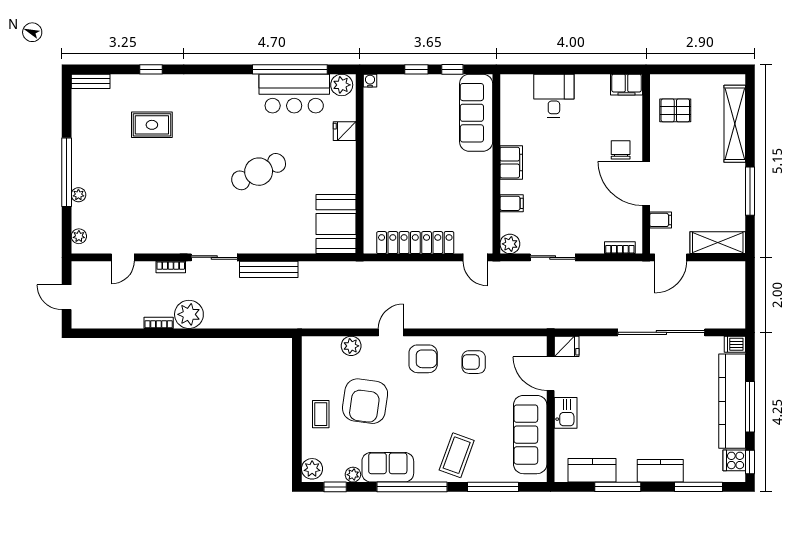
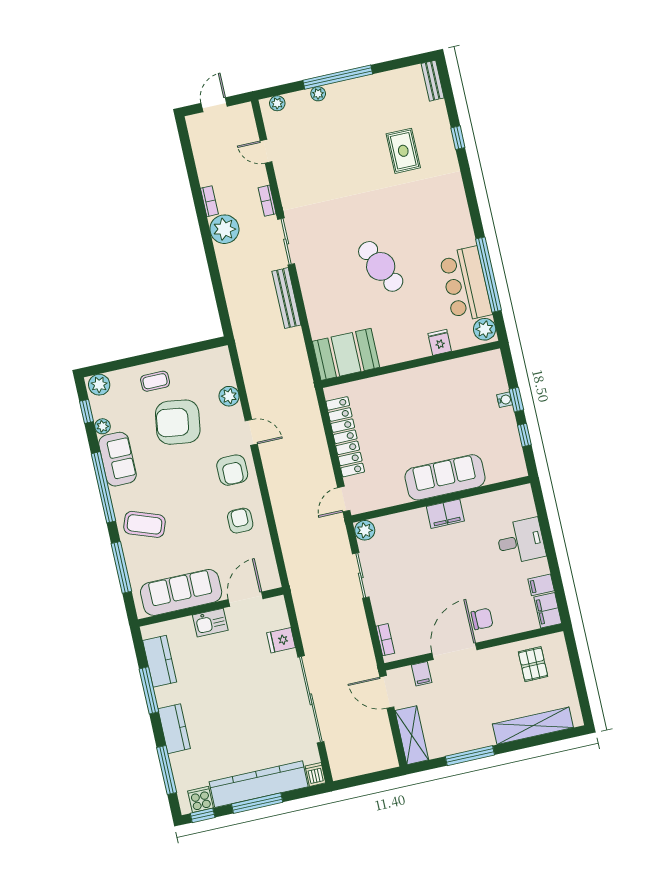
water cooler: (370, 81) -> (505, 400), moved
sofa: (476, 113) -> (445, 477), moved
filing cabinet: (512, 203) -> (541, 585), moved, turned 90
fridge: (567, 346) -> (281, 640), moved, turned 90

